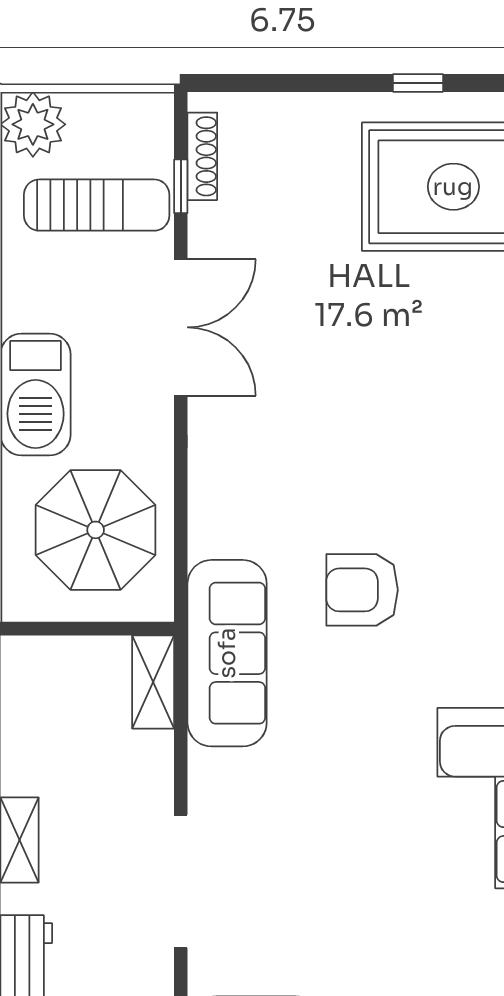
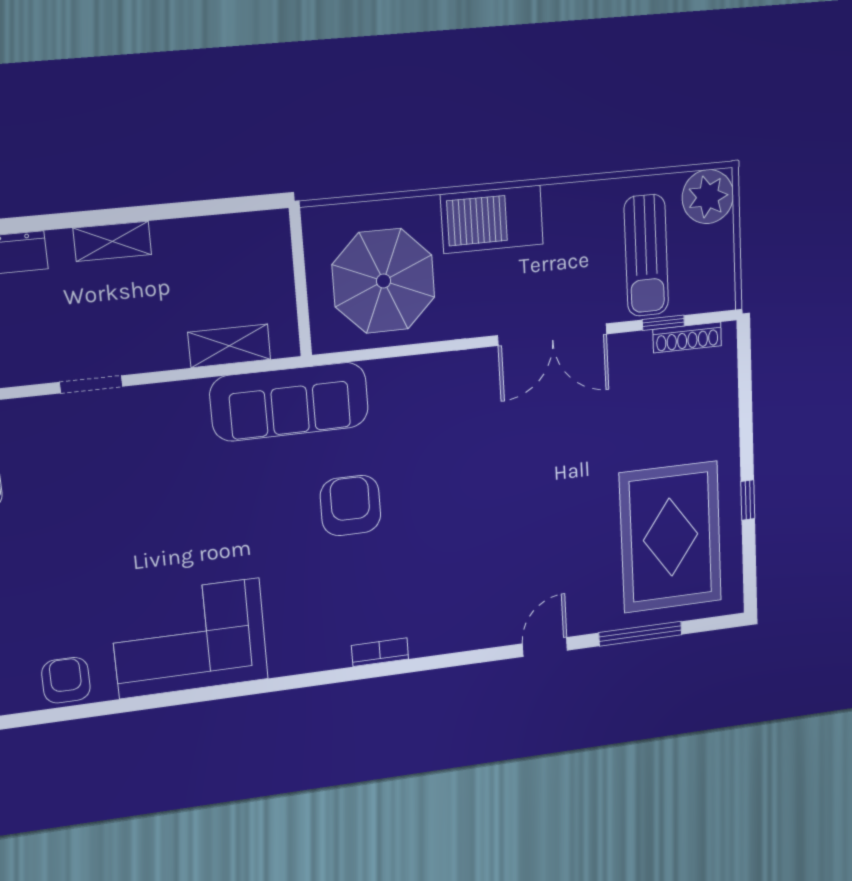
shelving: (153, 682) -> (229, 346), moved
doorway: (181, 881) -> (91, 384), width x0.53

